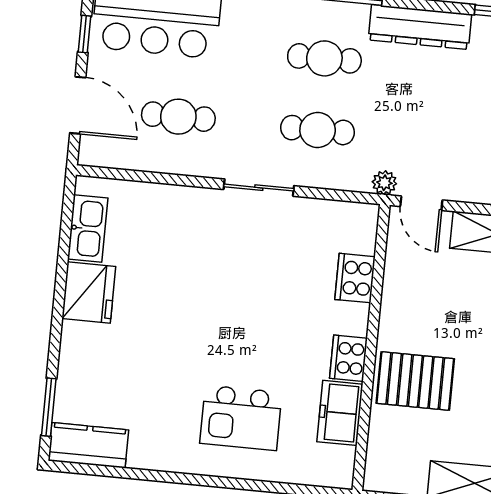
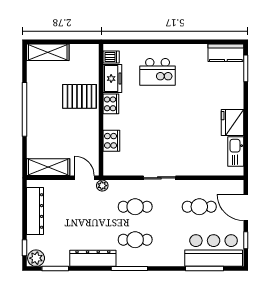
kitchen island: (241, 418) -> (158, 72), turned 180
dishwasher: (338, 460) -> (111, 57), added

